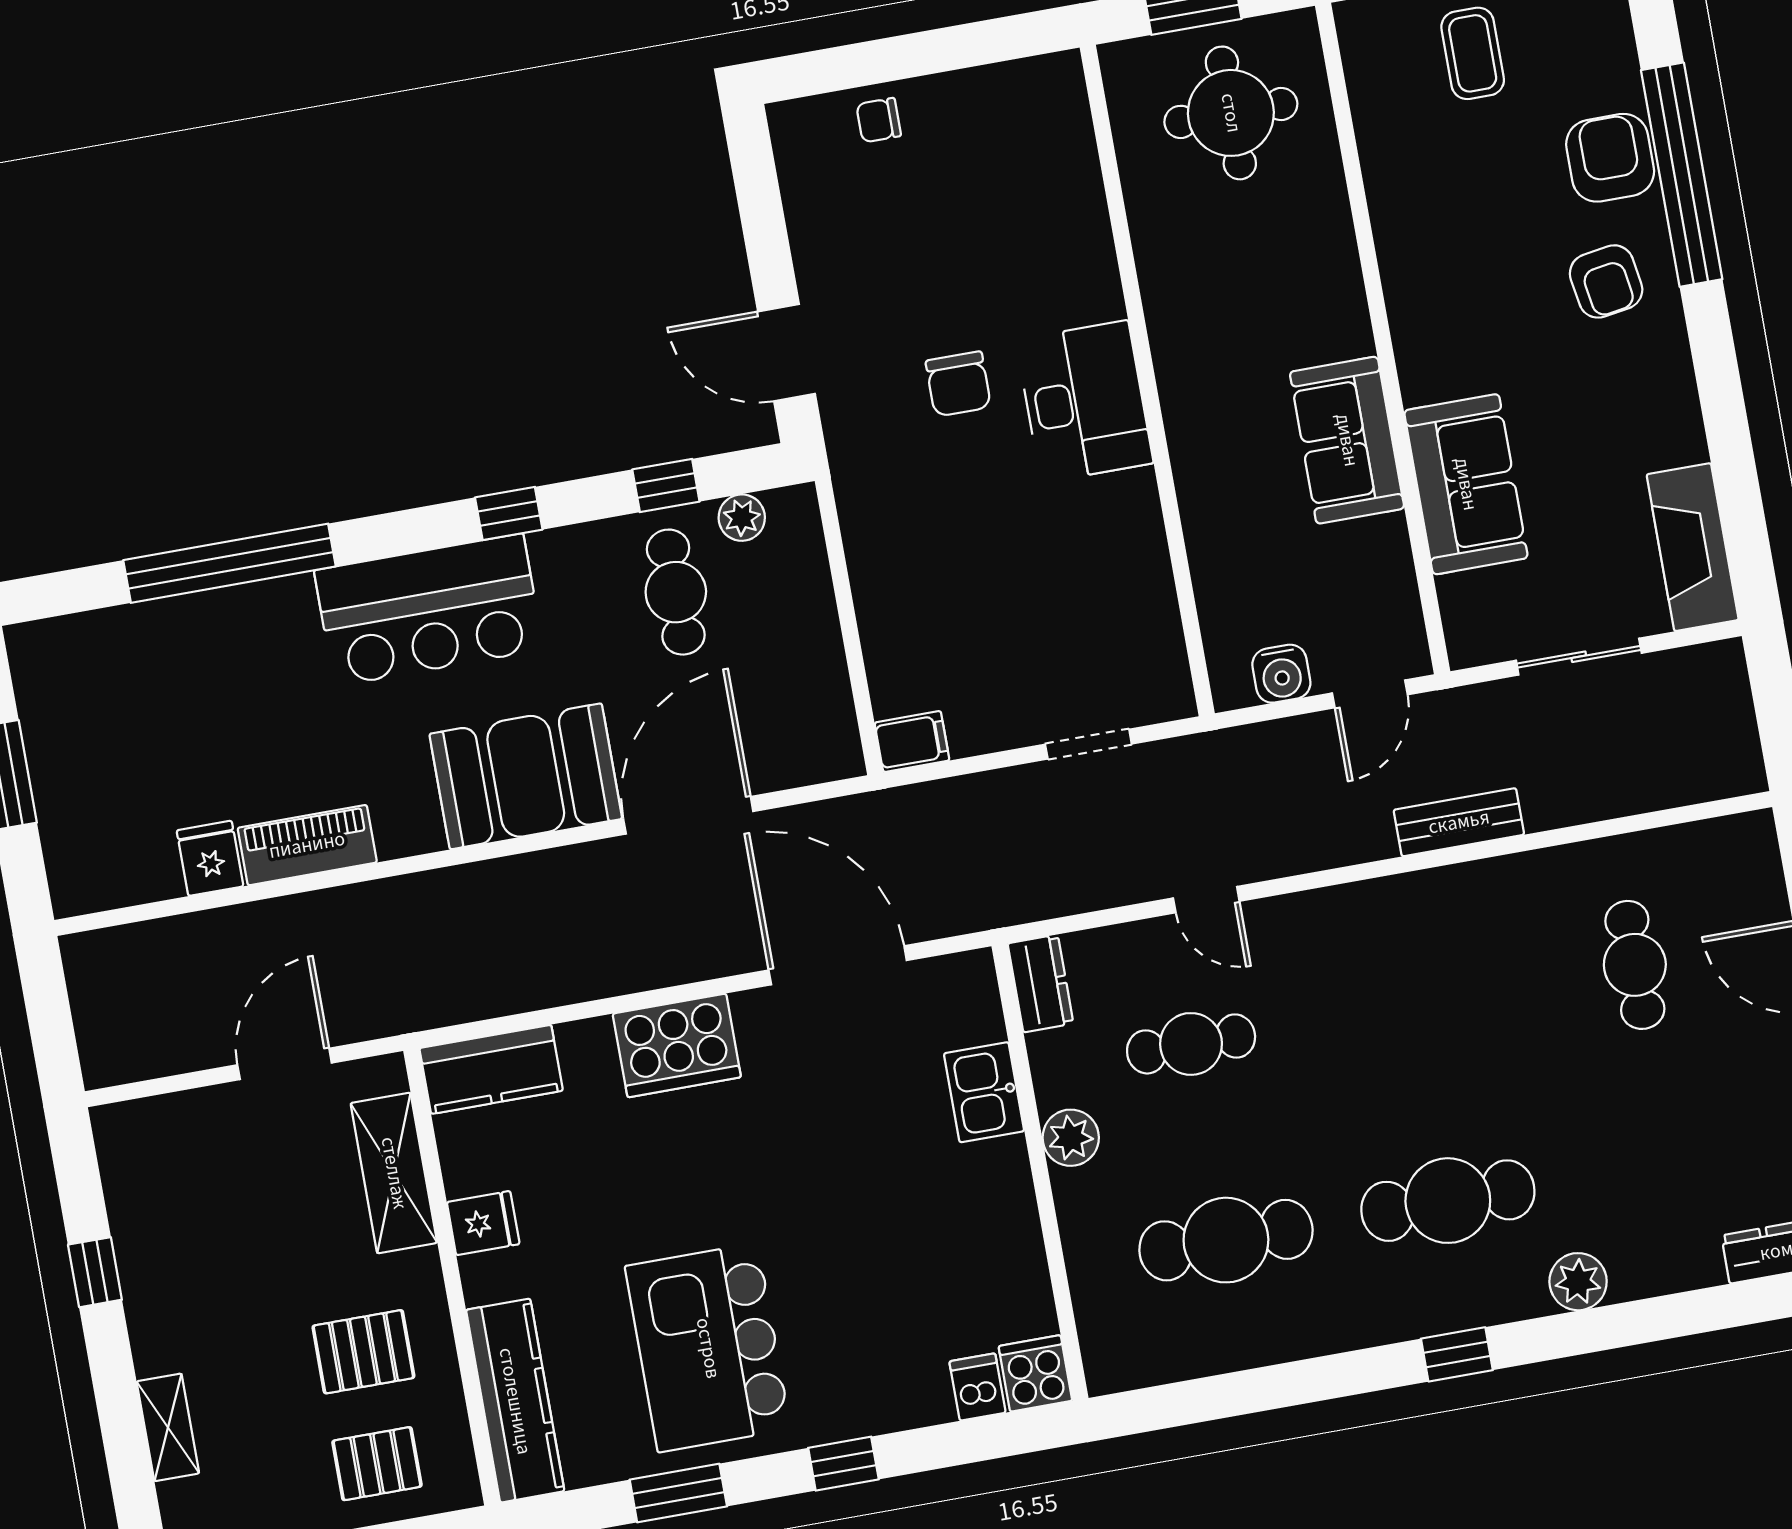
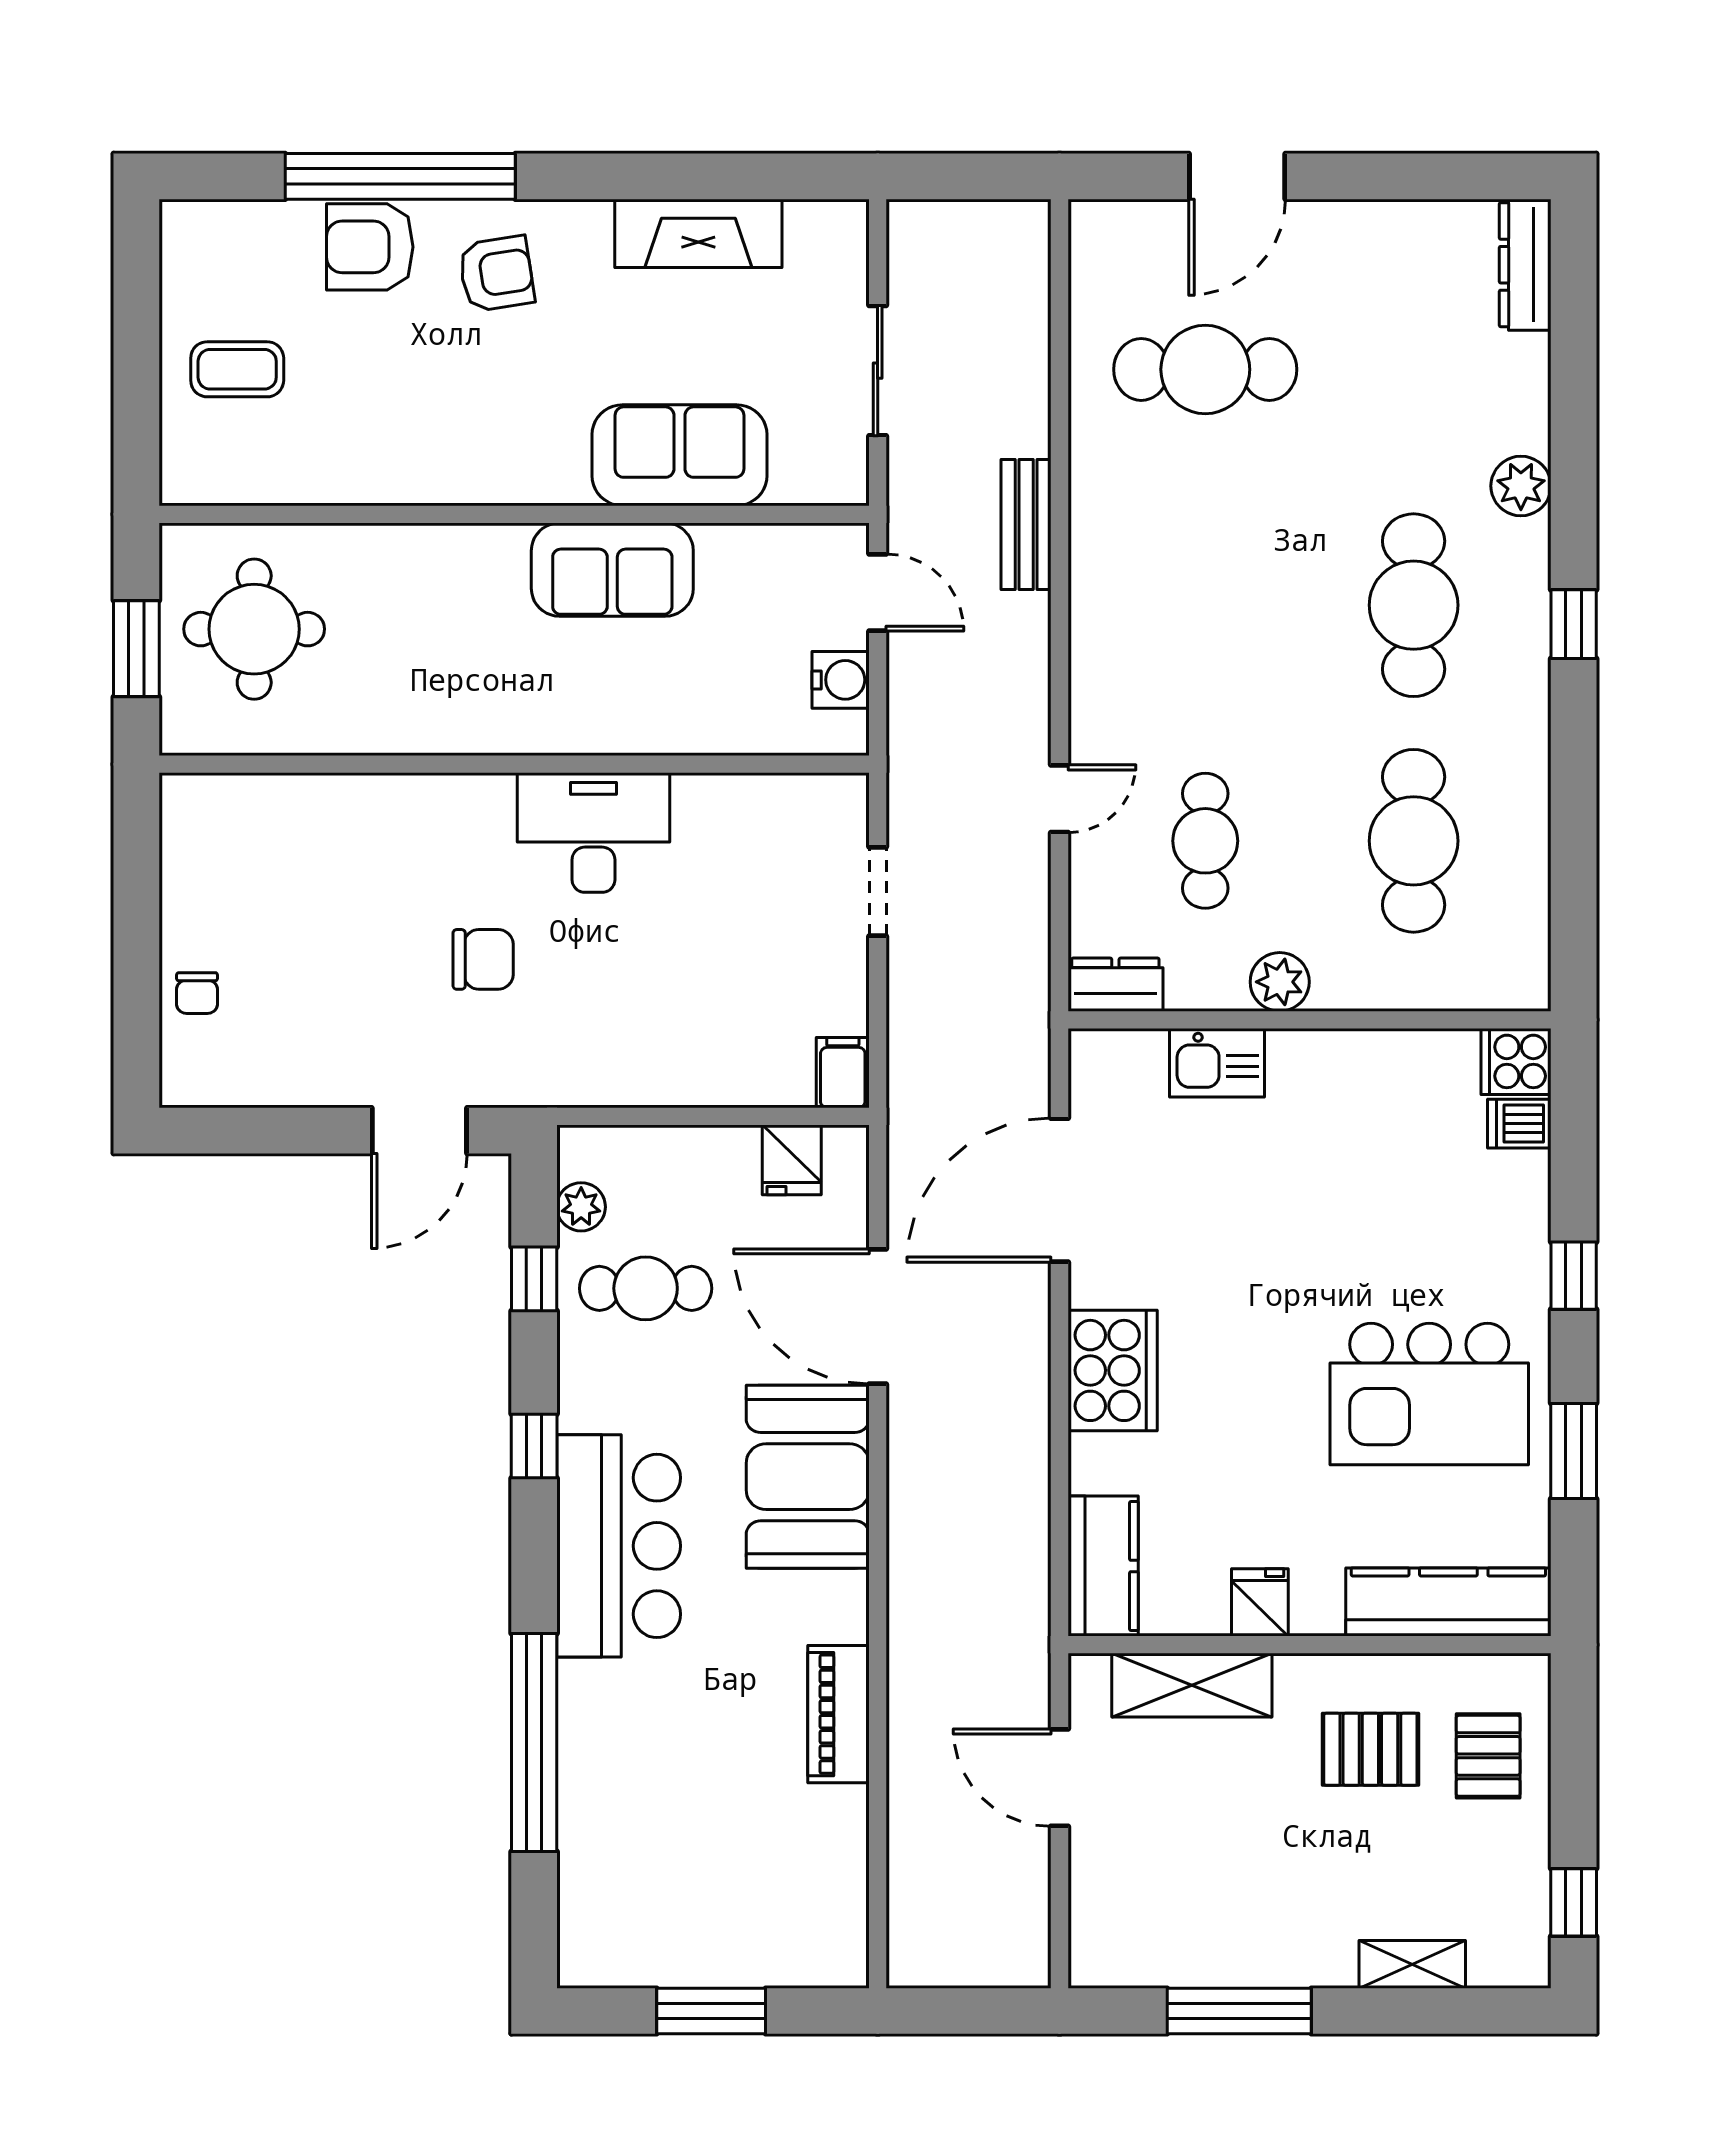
desk: (1085, 402) -> (593, 833), moved
fireplace: (1693, 547) -> (698, 233), moved
fridge: (210, 858) -> (792, 1160), moved, turned -90
cafe table: (1635, 965) -> (1205, 369), width x1.37, depth x1.35
window: (95, 1272) -> (1239, 2011), width x2.17
pallet: (363, 1352) -> (1370, 1749), turned 90

